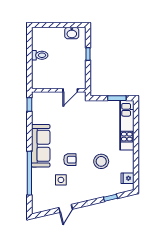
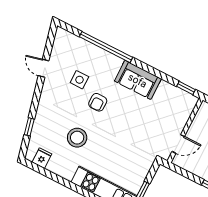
door: (70, 90) -> (178, 144), swing flipped
sofa: (41, 146) -> (138, 80), width x0.73

